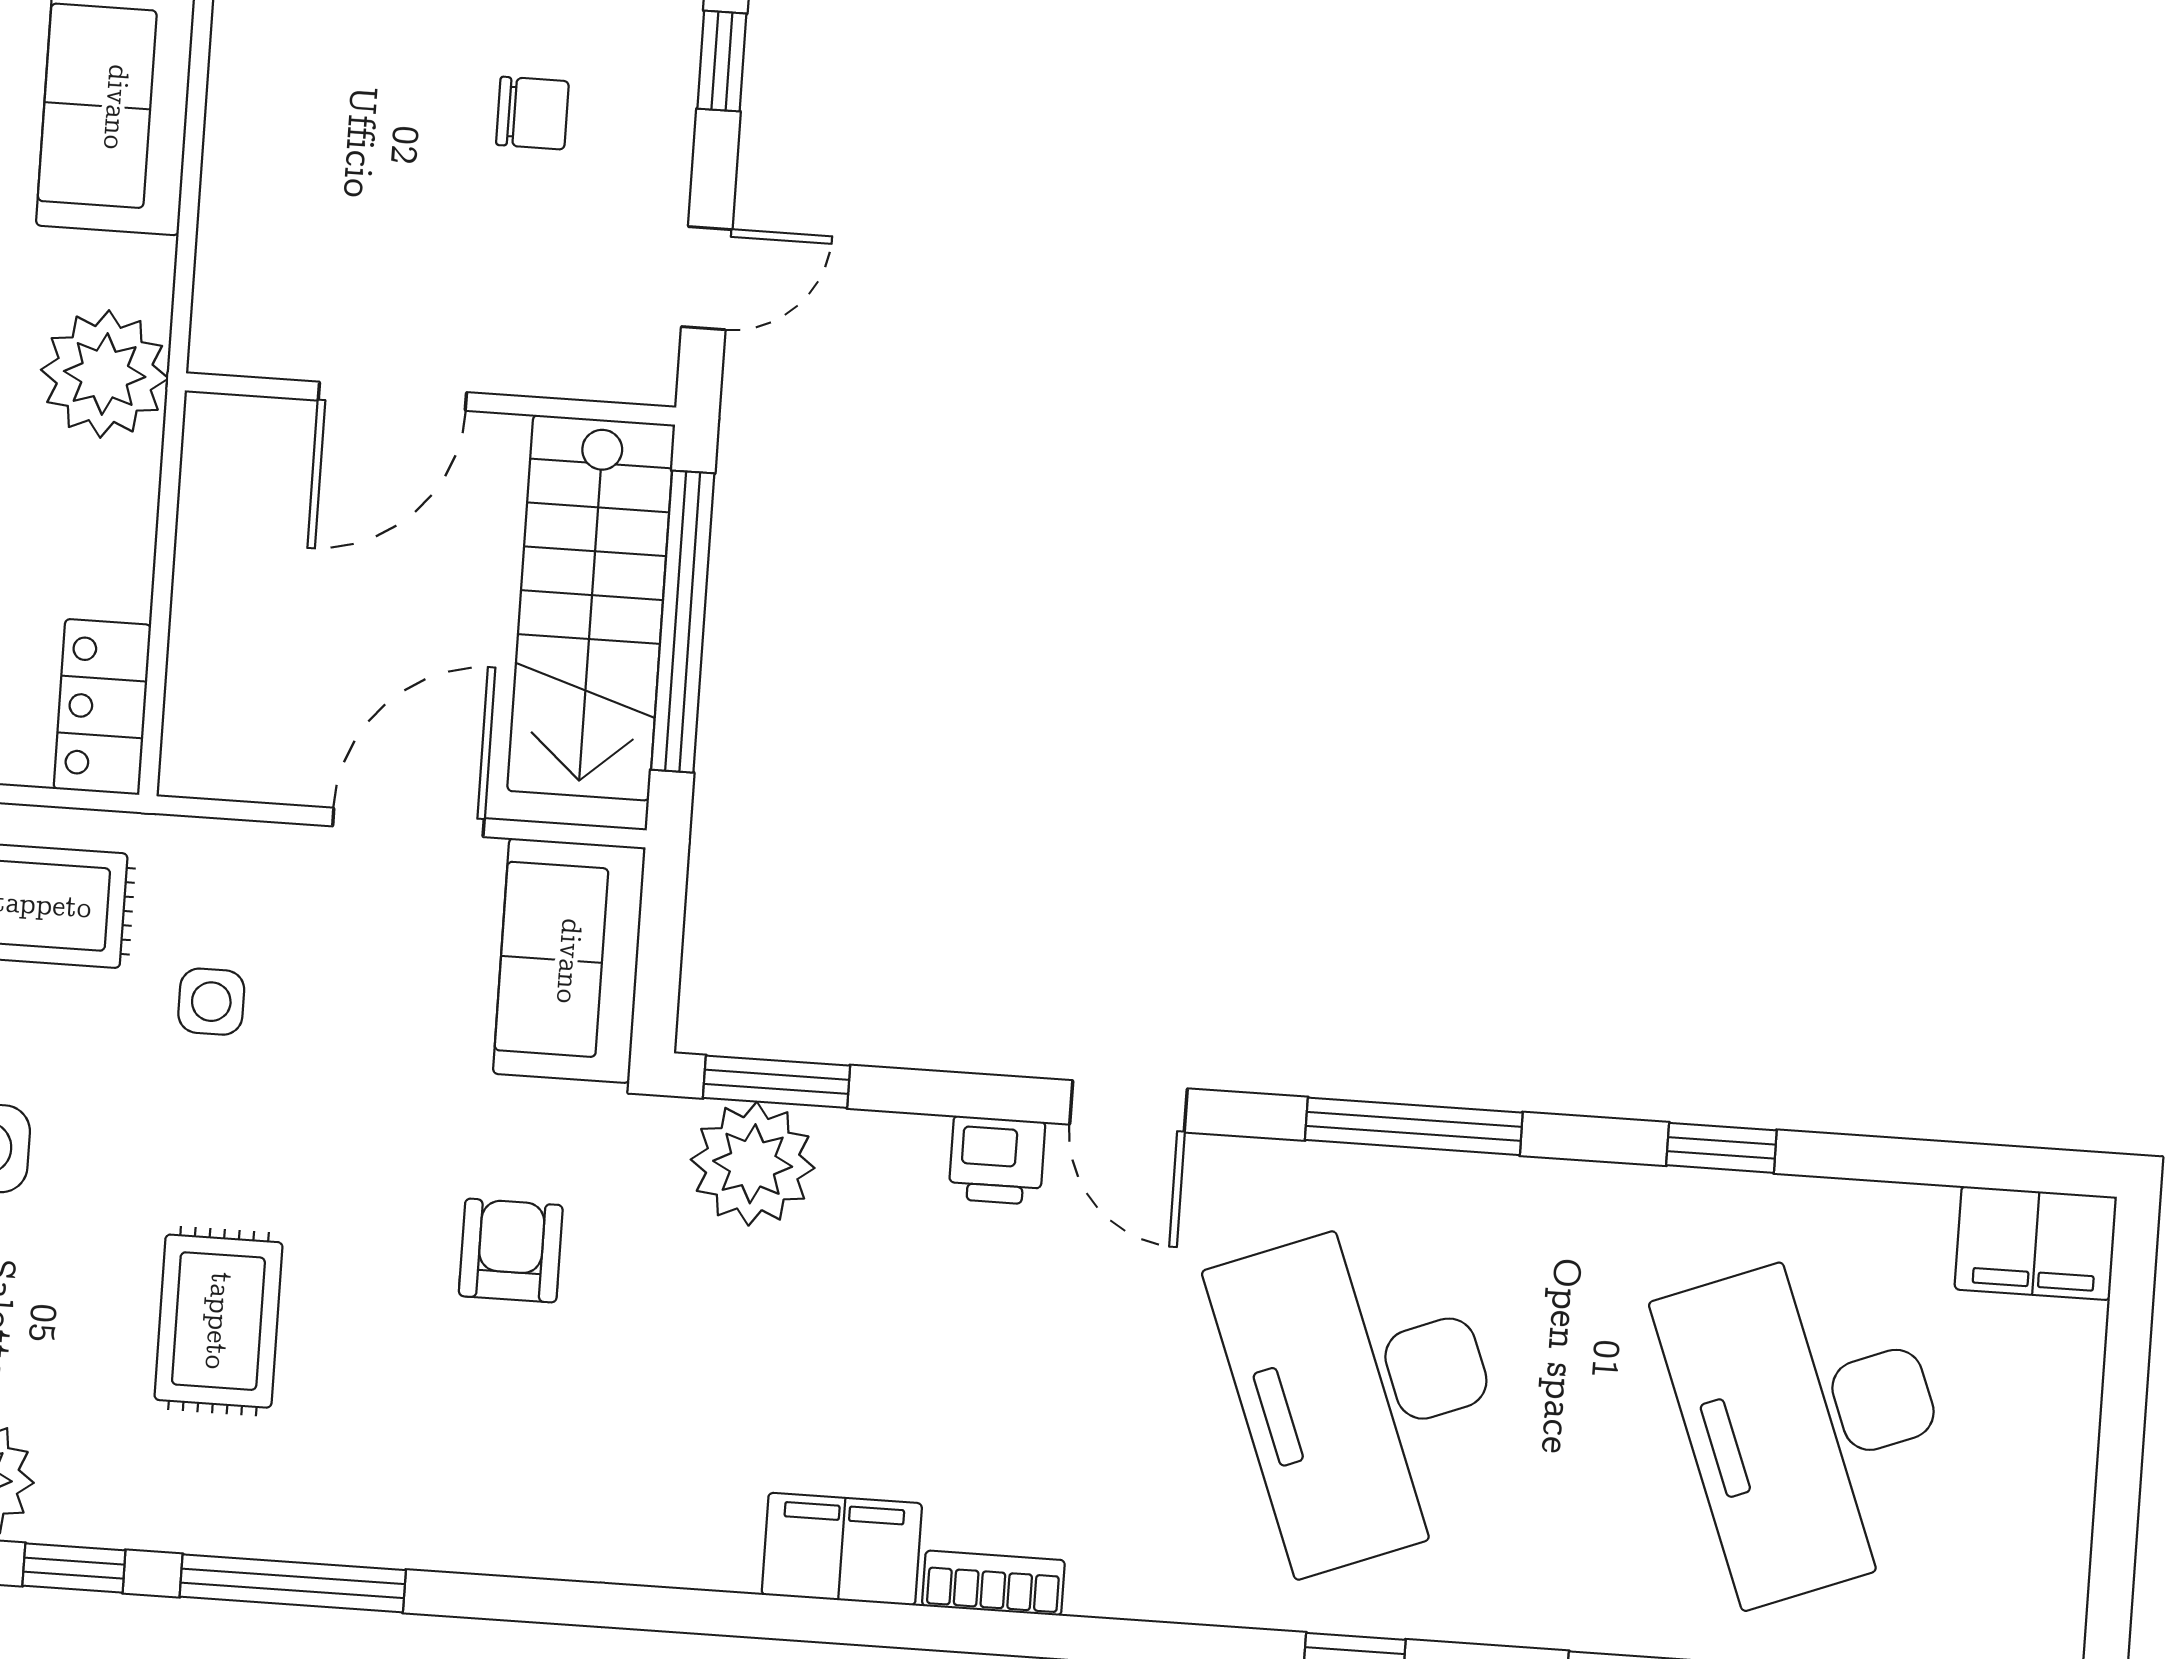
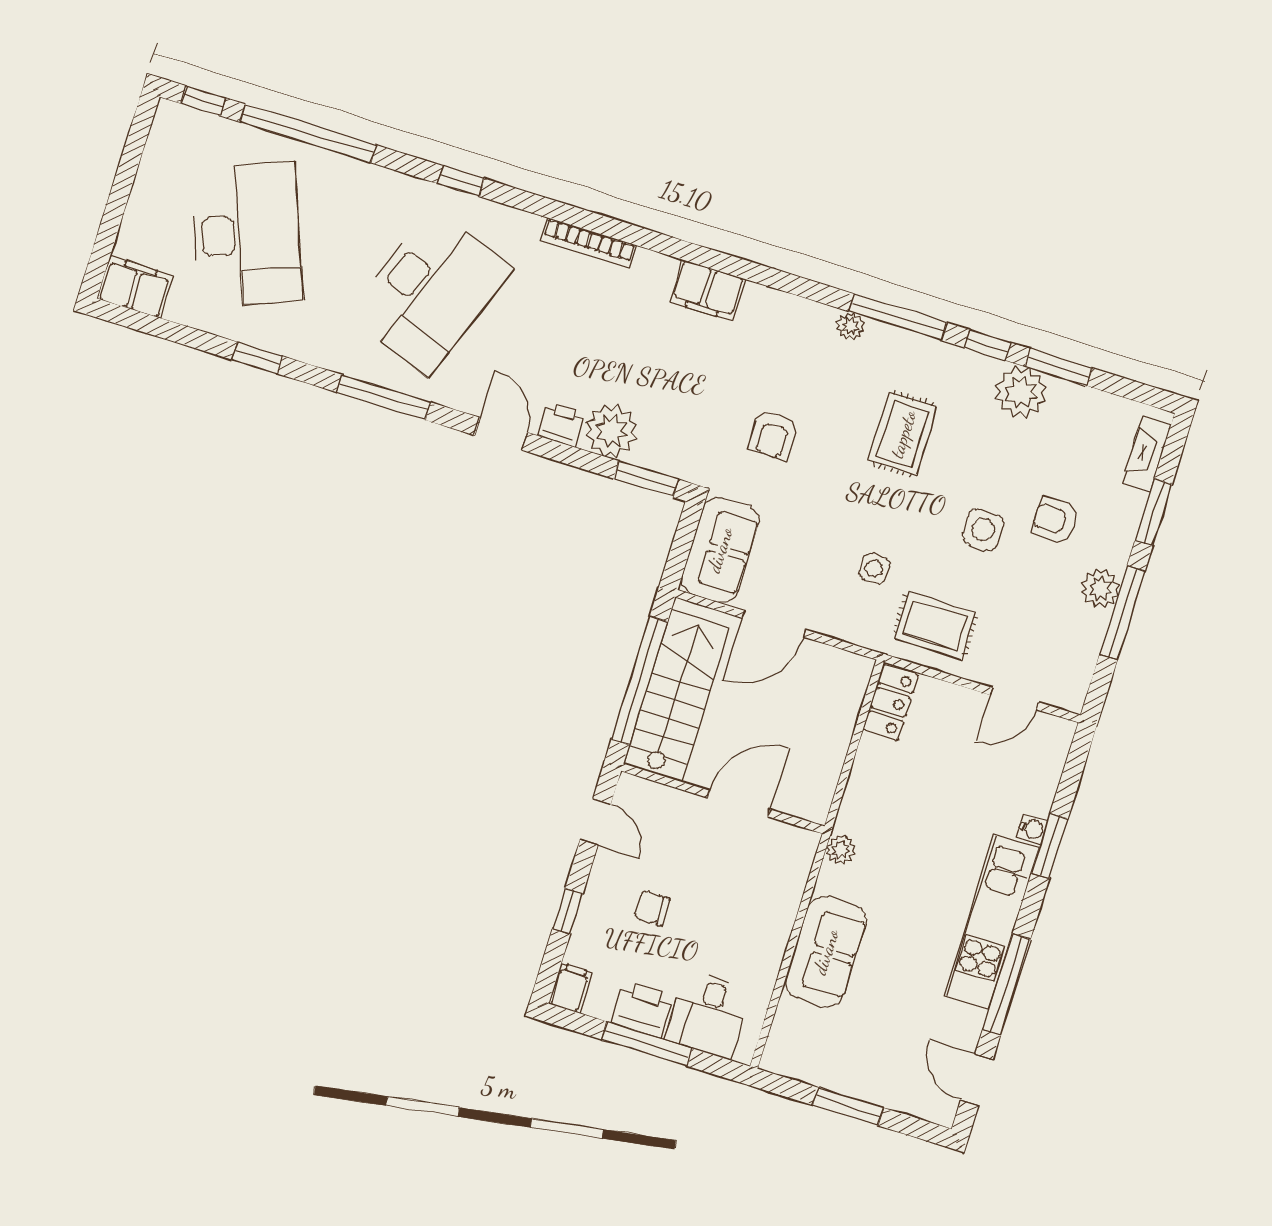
door: (707, 278) -> (596, 822), swing flipped
plant: (105, 374) -> (841, 850), width x0.53, depth x0.53
plant: (753, 1164) -> (611, 431), moved
desk: (1364, 1391) -> (431, 292), turned 42
plant: (395, 1537) -> (850, 326), added
filing cabinet: (842, 1549) -> (707, 290), moved
bookcase: (993, 1583) -> (589, 243), width x1.56

